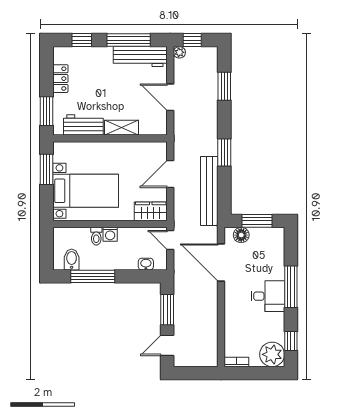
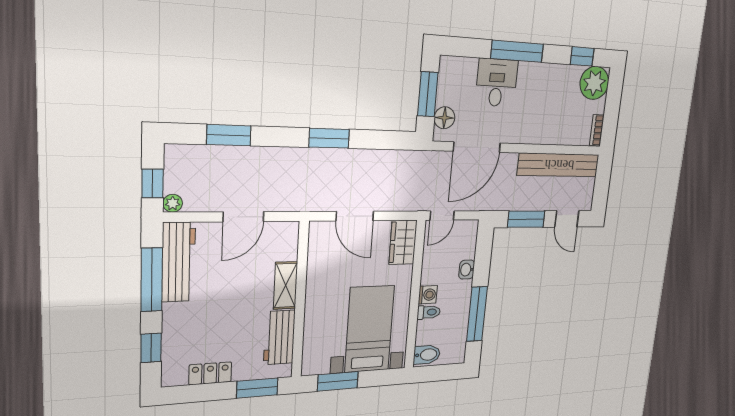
bench: (209, 191) -> (559, 165), moved
bidet: (72, 260) -> (427, 355), moved, turned 180
washbasin: (146, 264) -> (467, 270), moved
desk: (268, 296) -> (497, 83), moved

